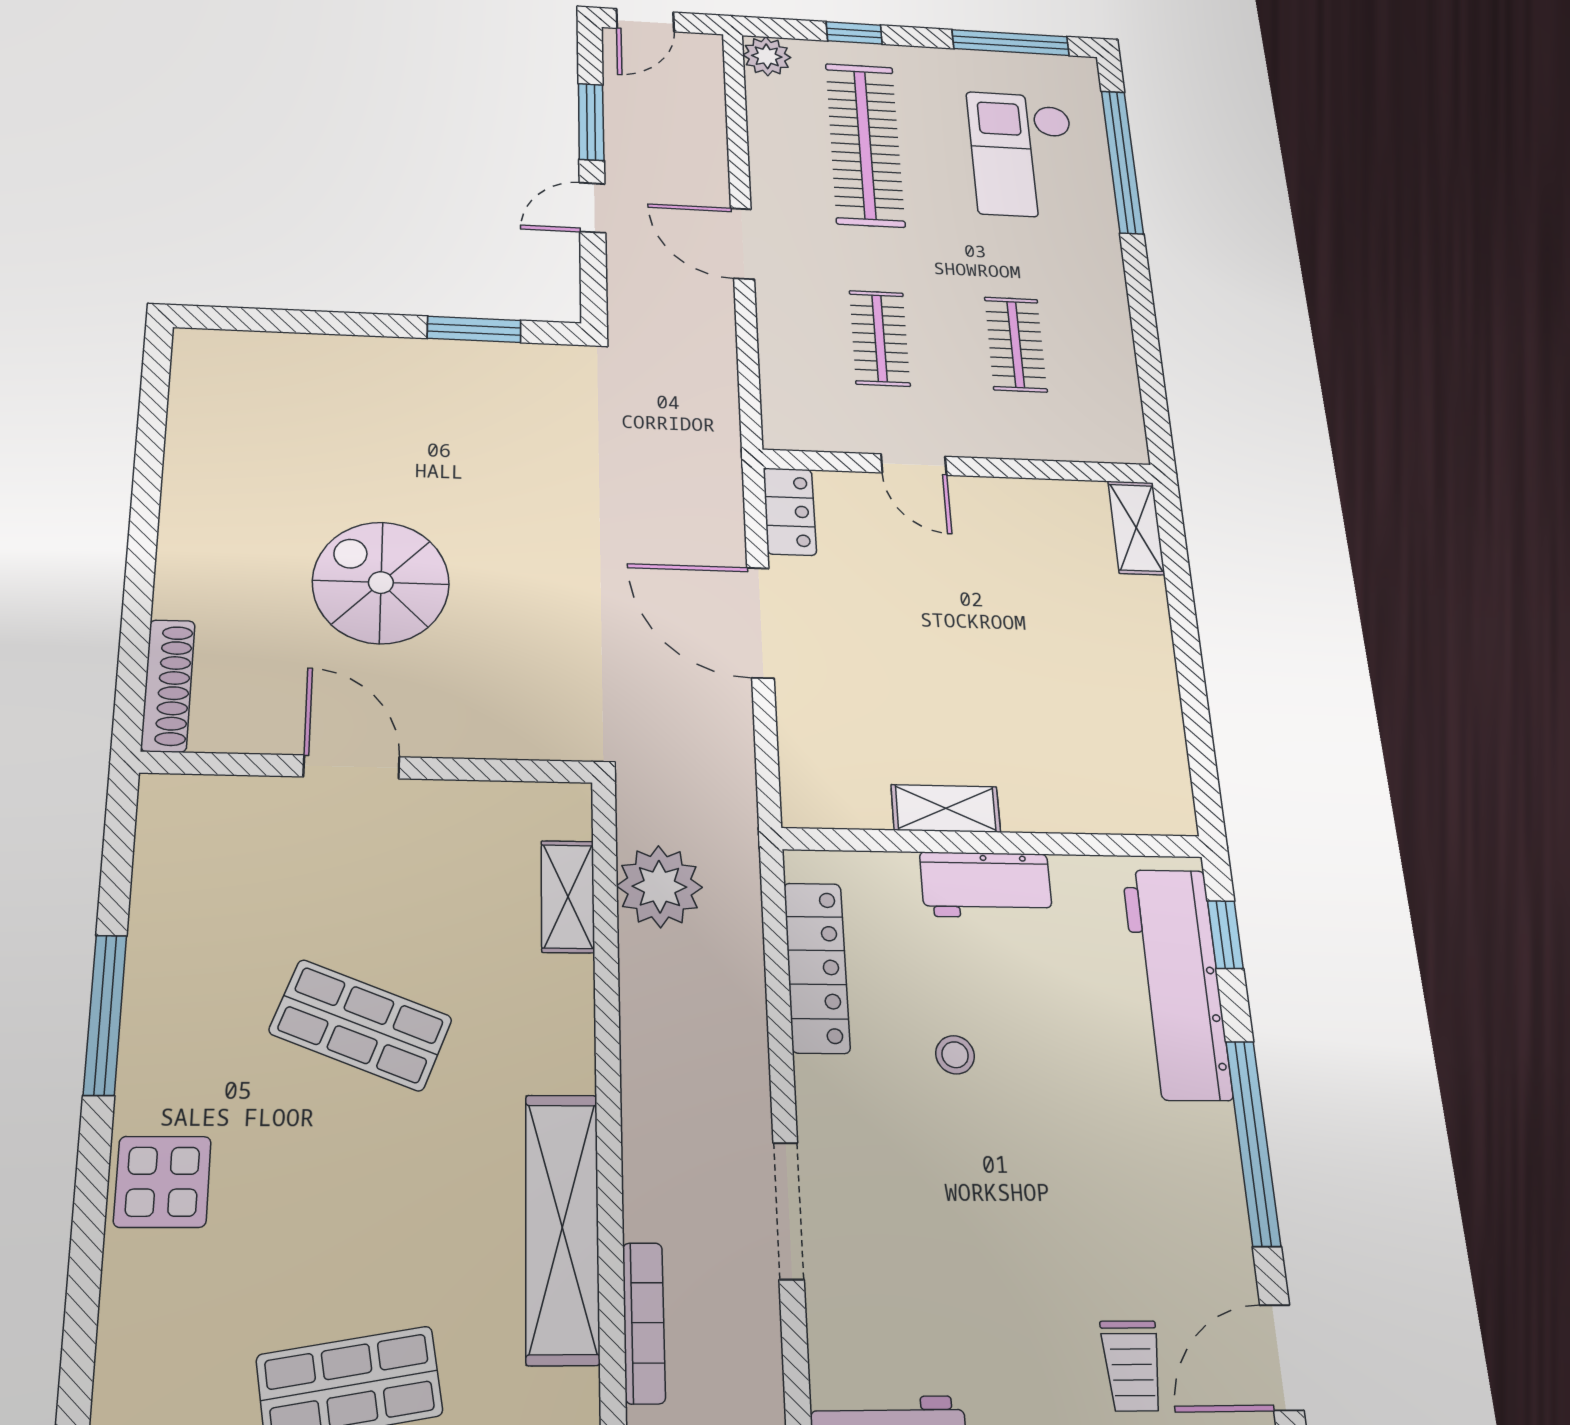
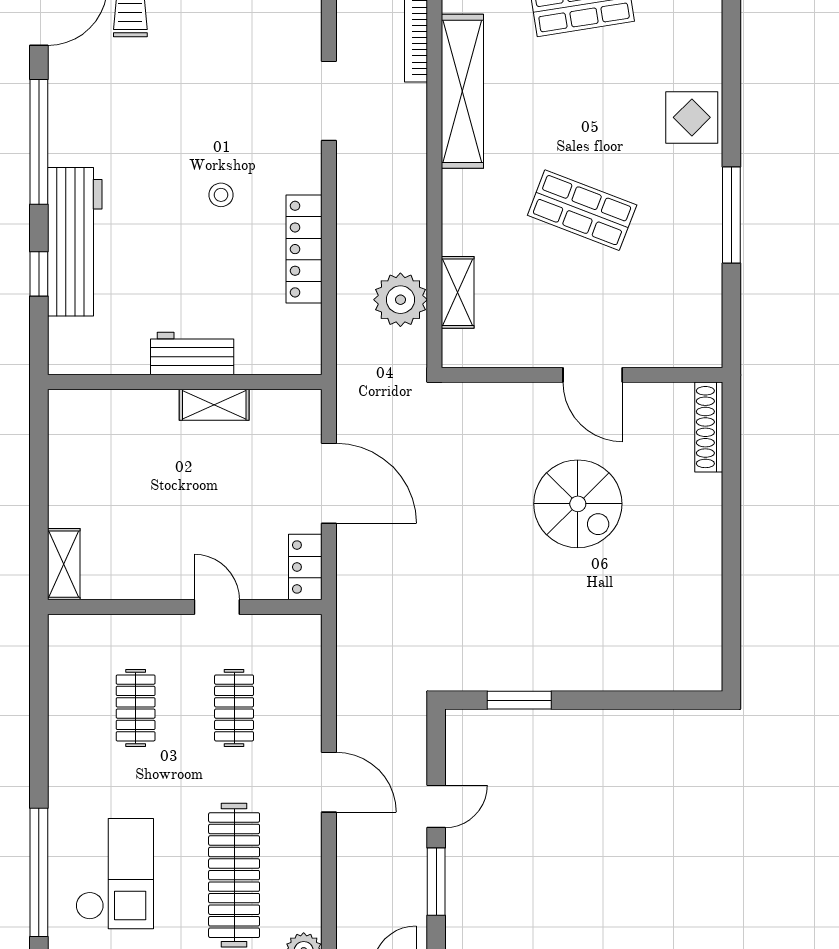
shelving: (946, 808) -> (214, 405), moved
wall: (993, 843) -> (185, 382), moved
workbench: (986, 885) -> (192, 354), moved

